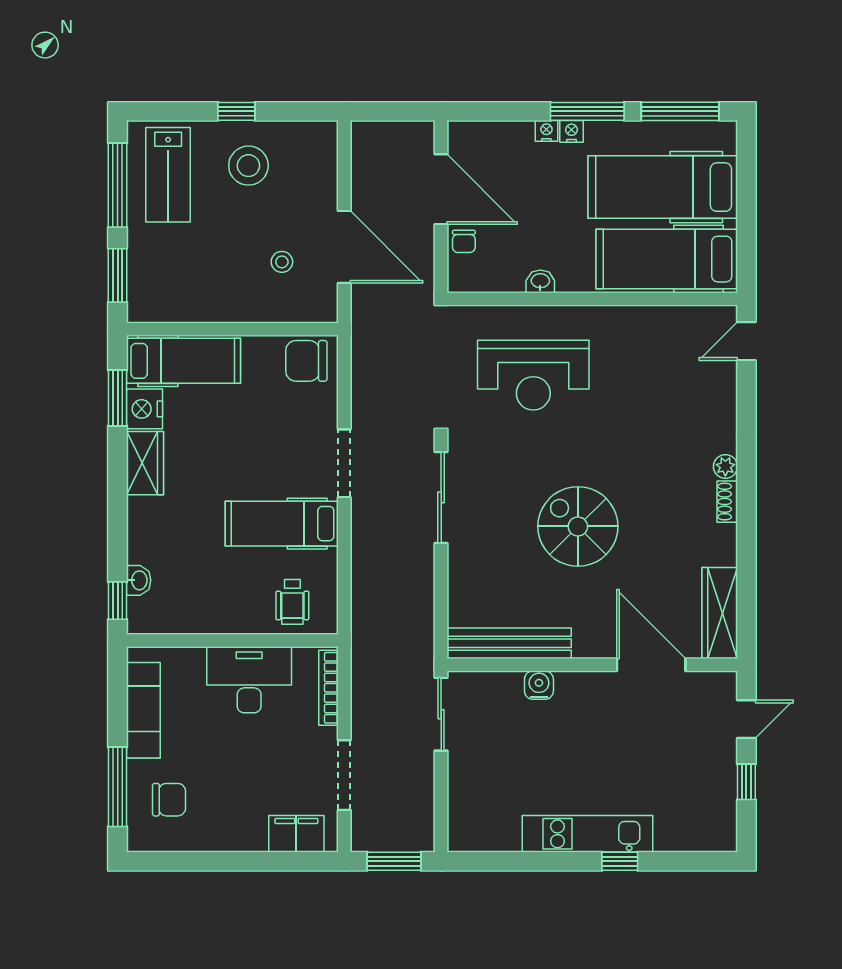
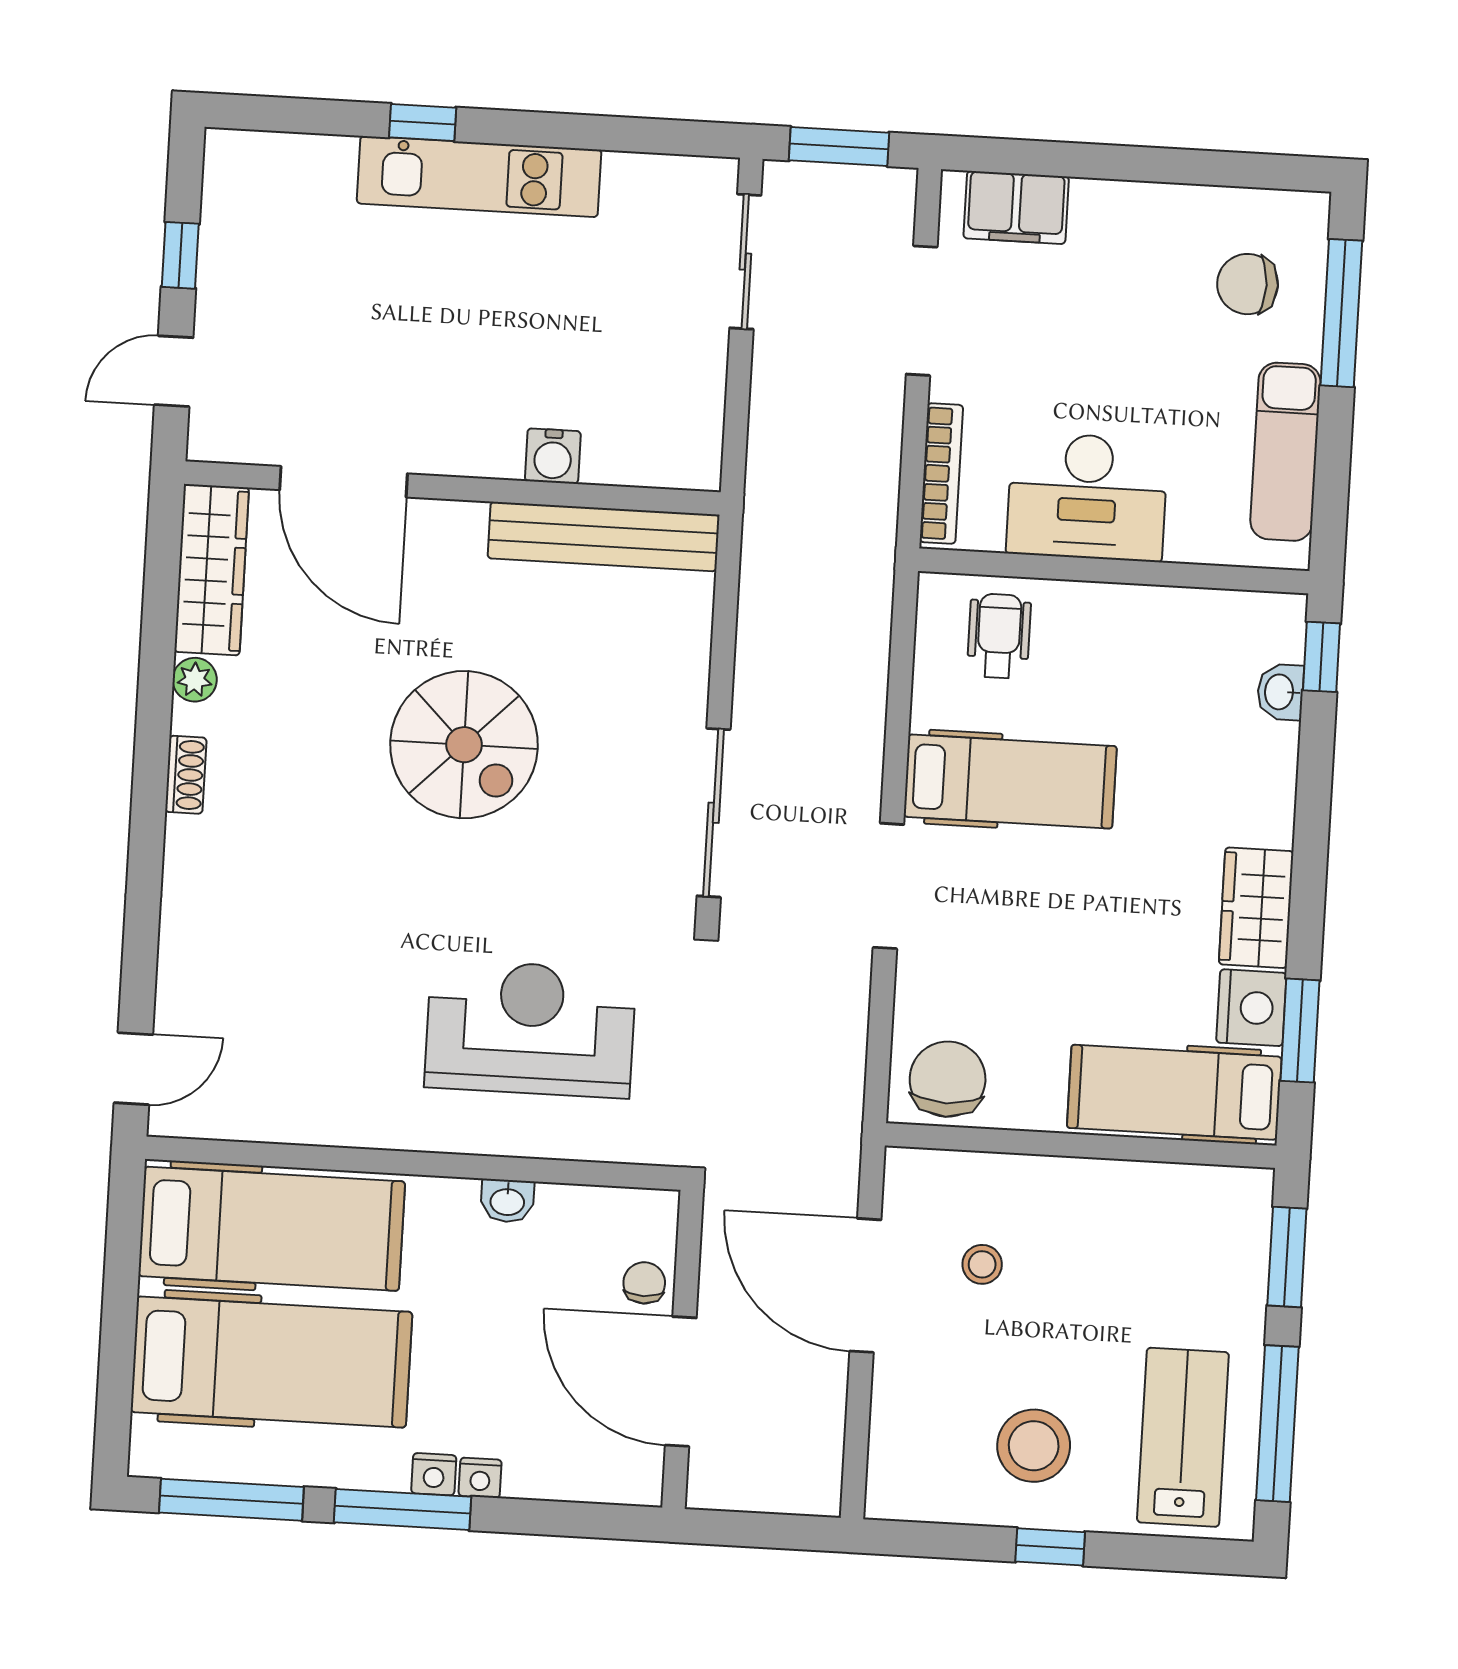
chair: (306, 361) -> (948, 1079), turned -90
plant: (725, 466) -> (195, 680), moved
sliding door: (441, 714) -> (745, 262), moved

